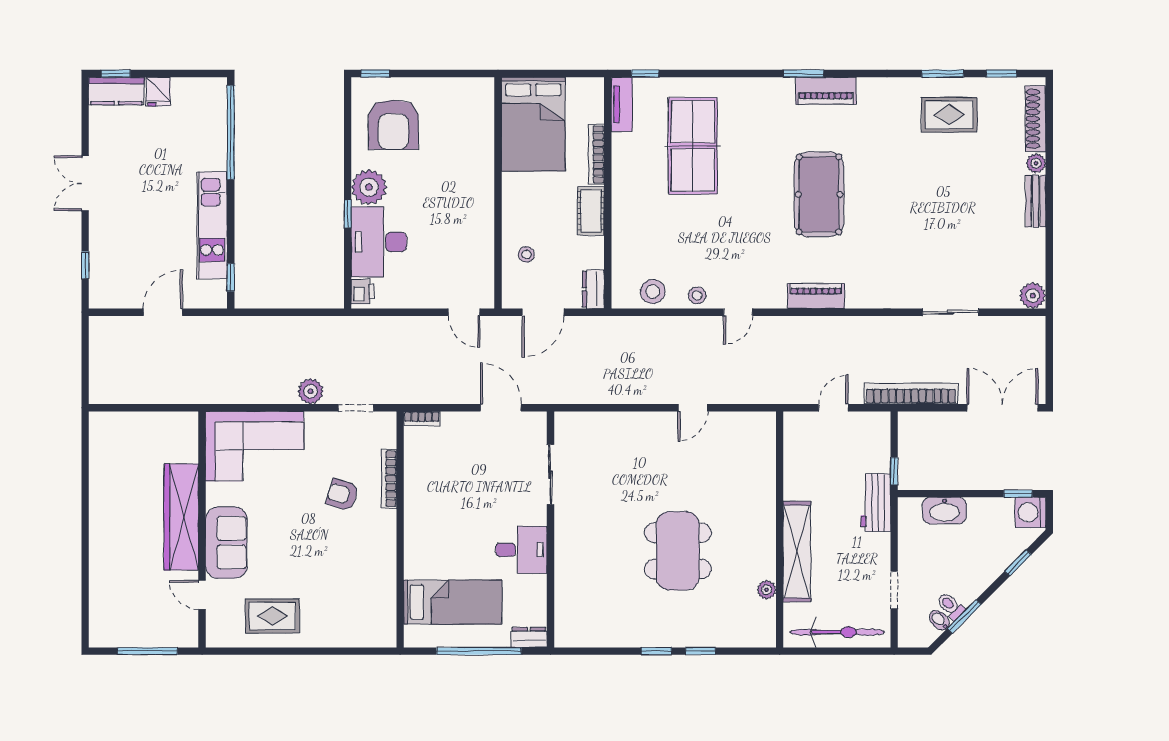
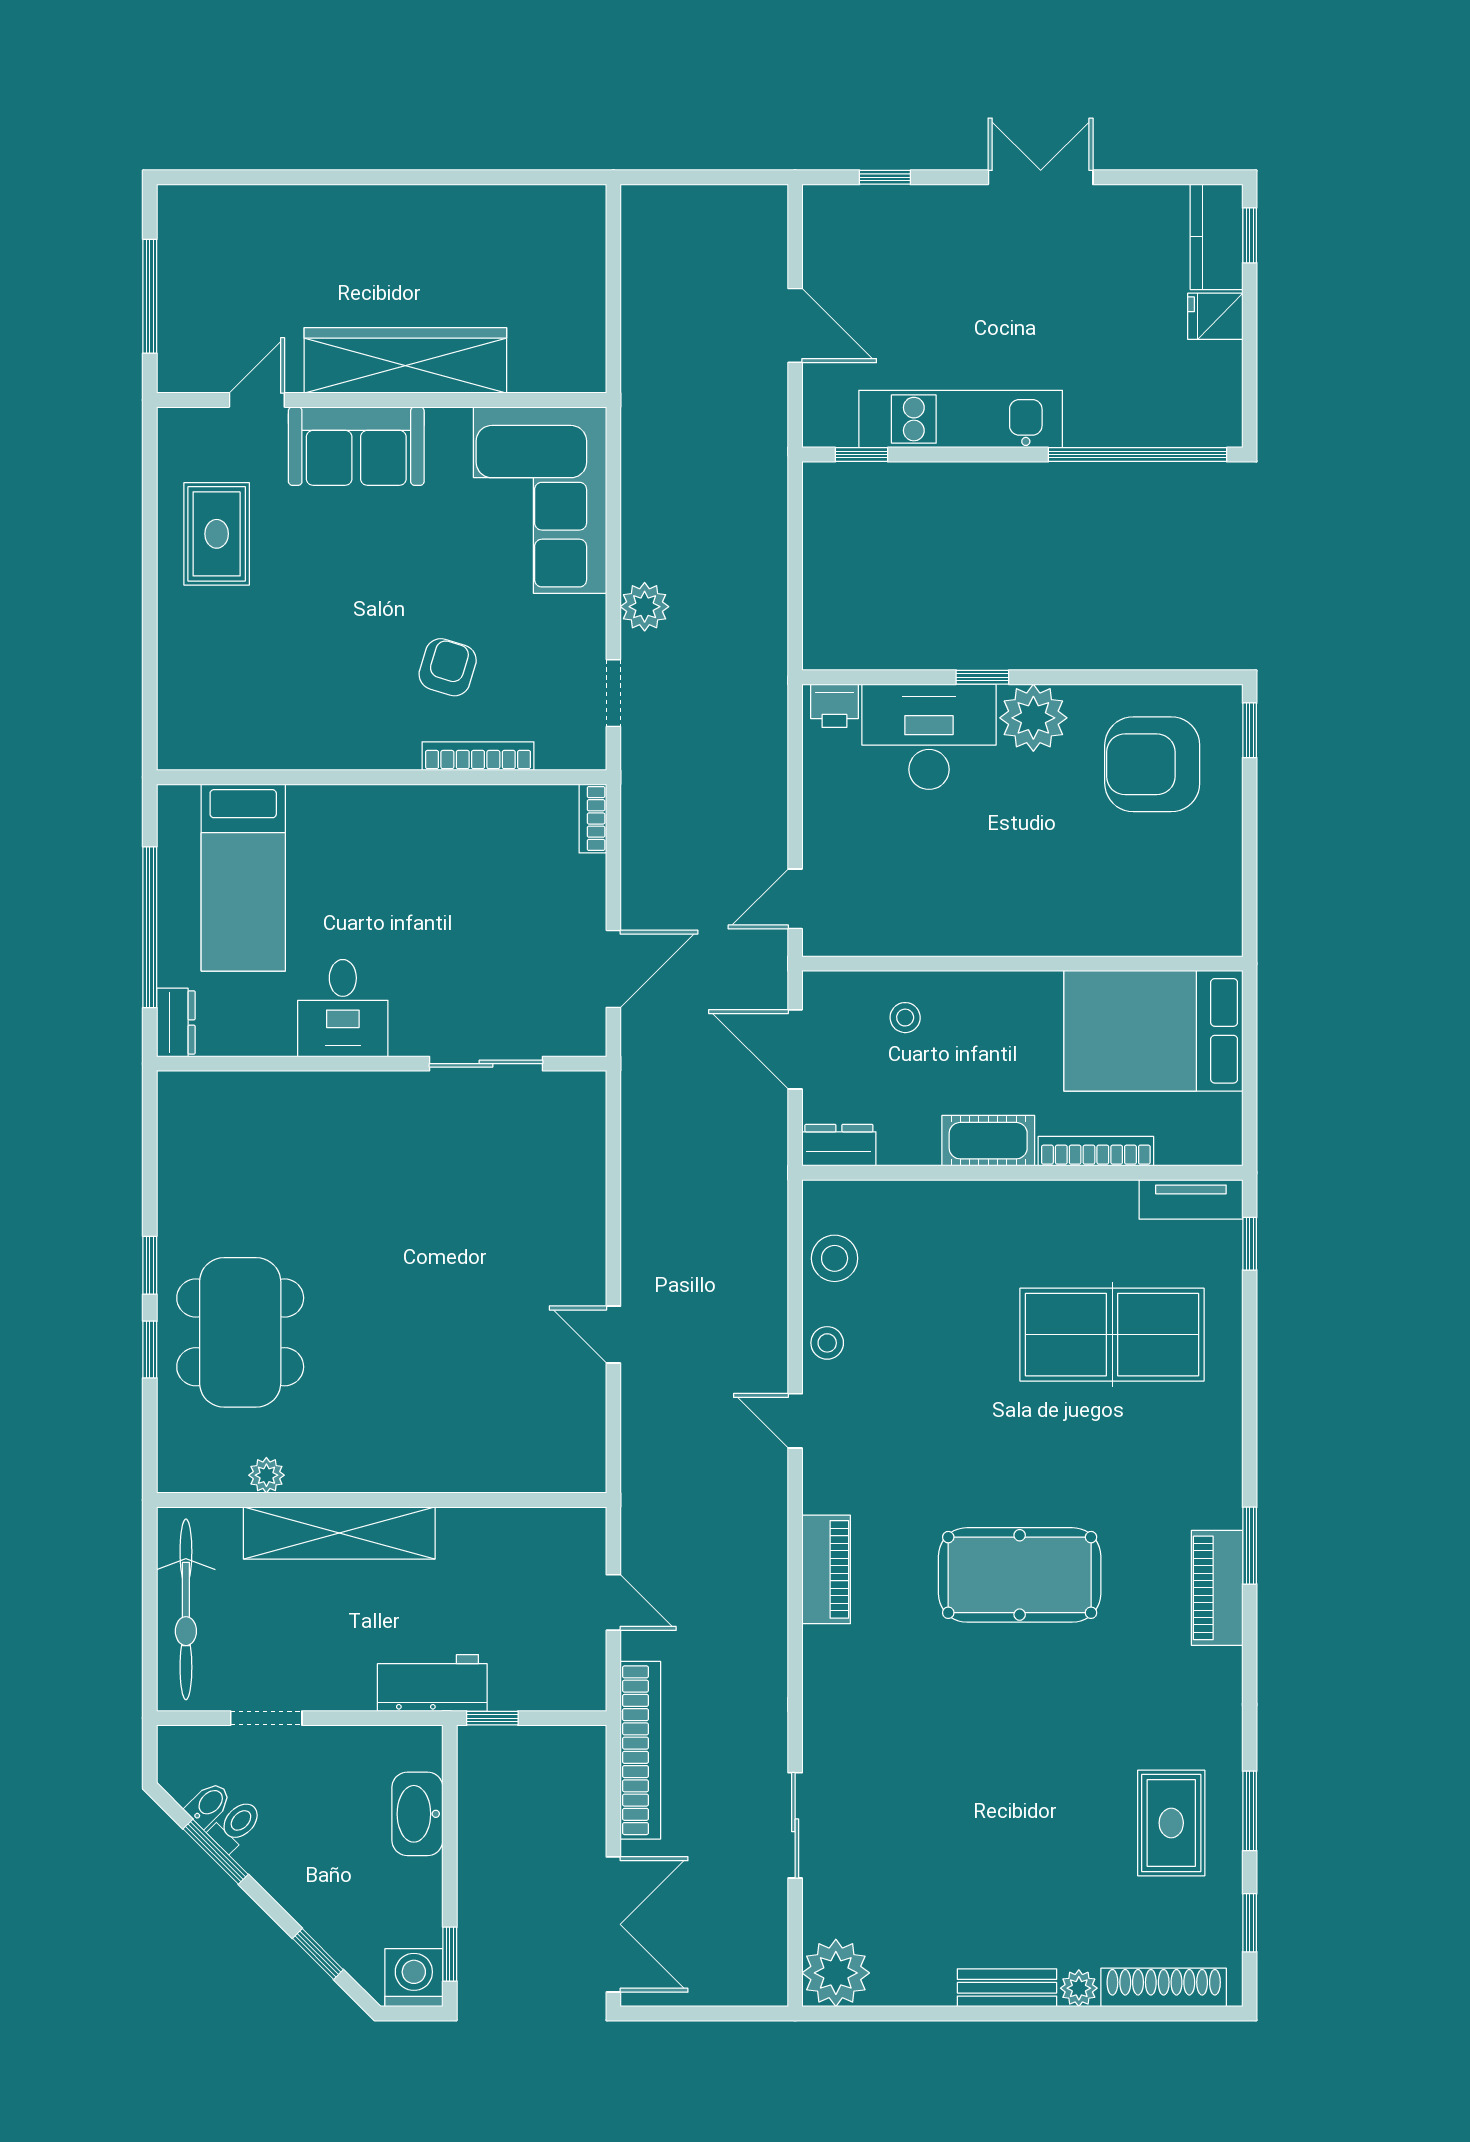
plant: (1033, 296) -> (836, 1973), width x1.36, depth x1.36
dining table: (678, 551) -> (240, 1332), moved, turned 90

